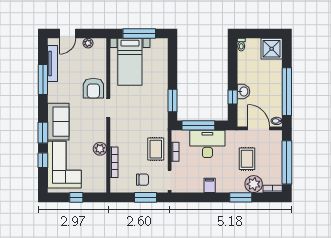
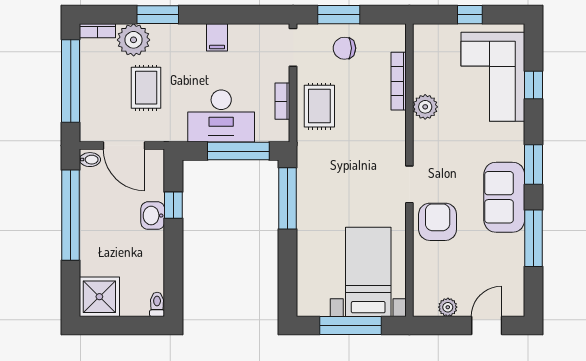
tv unit: (52, 63) -> (515, 269), removed
window: (172, 100) -> (287, 198), width x1.44
sofa: (58, 122) -> (504, 197), moved
window: (43, 133) -> (534, 164), moved

